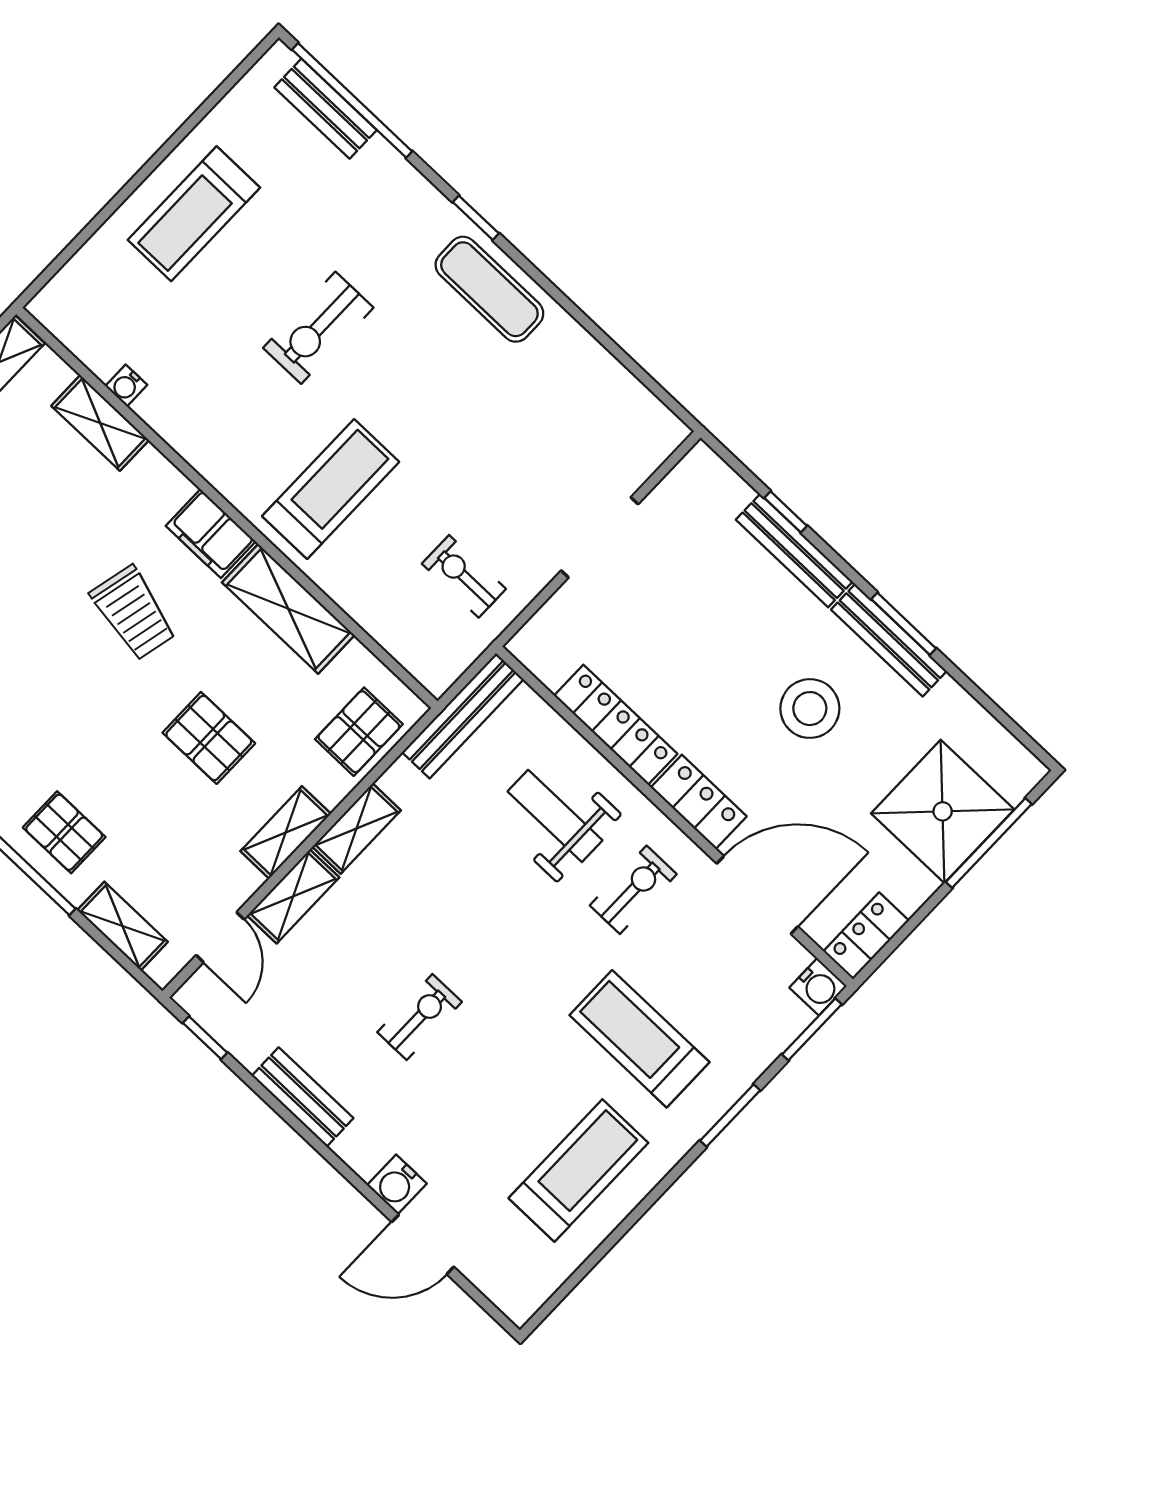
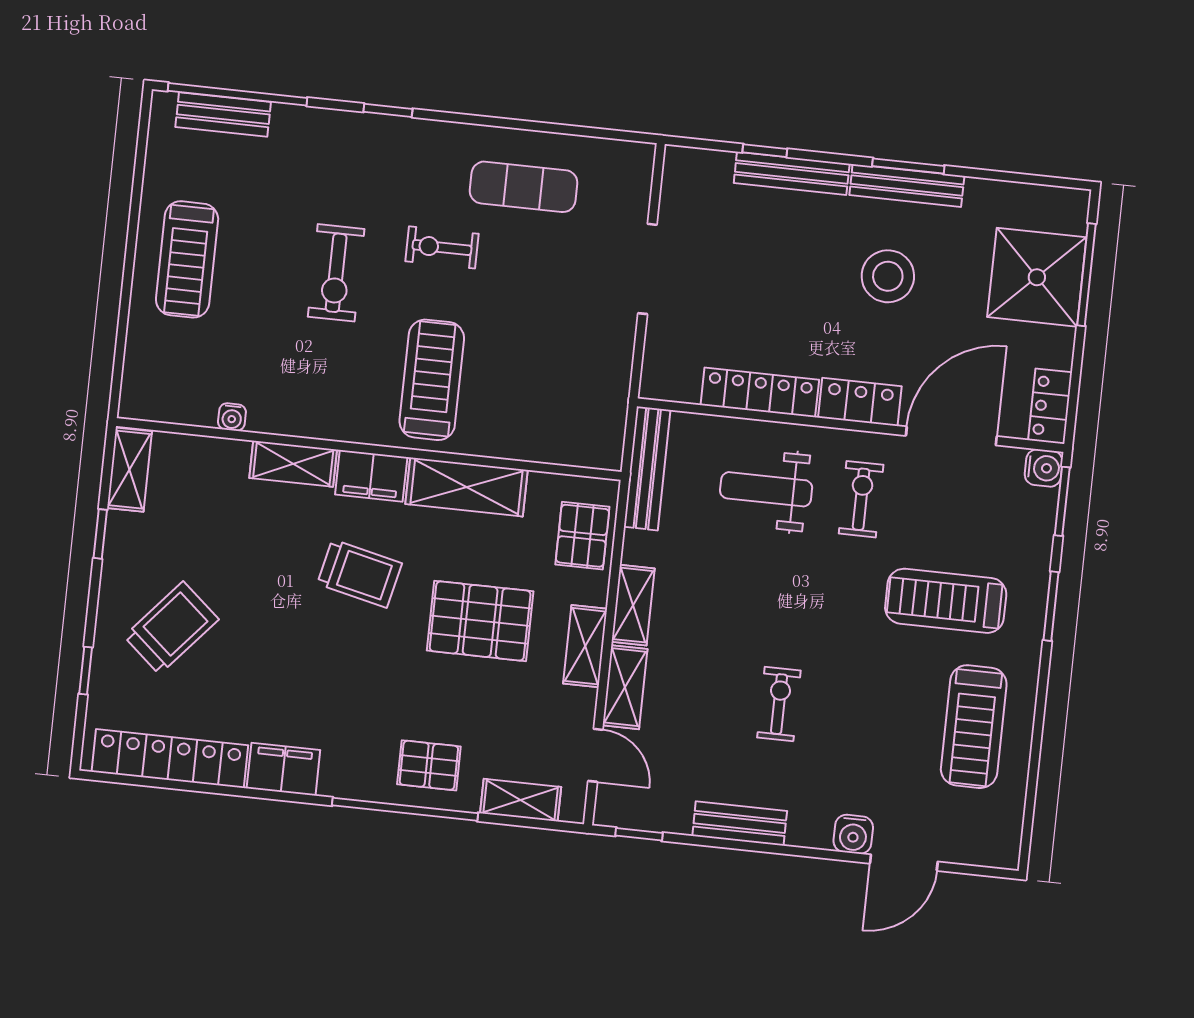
exercise mat: (489, 289) -> (524, 187), moved
shelving: (100, 423) -> (293, 464), moved
exercise bike: (464, 576) -> (442, 247), moved
pallet: (209, 738) -> (480, 621), width x1.50, depth x1.42
treadmill: (578, 1170) -> (974, 727), turned 180

